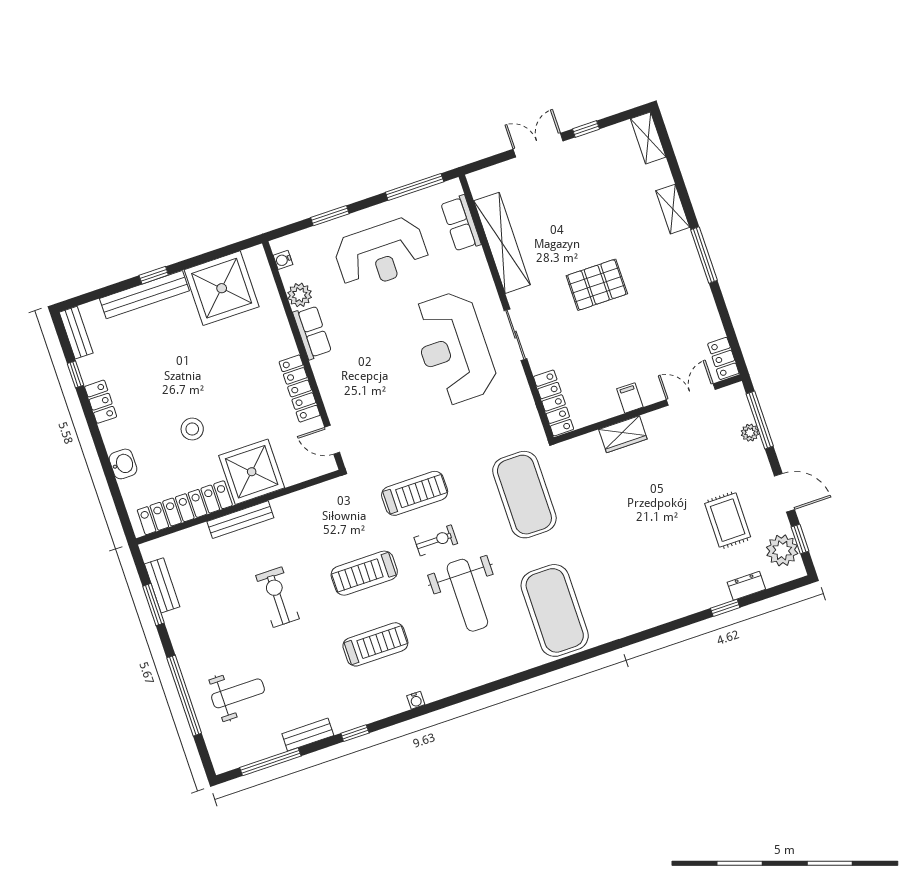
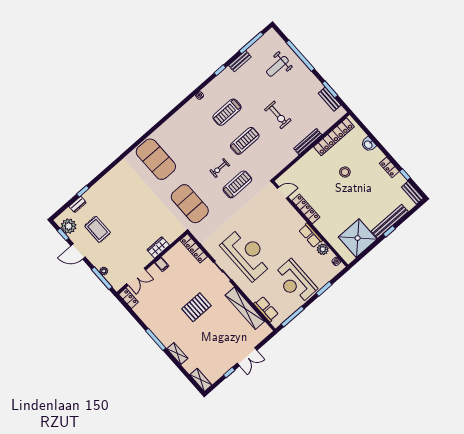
reception desk: (381, 254) -> (295, 282), turned -90
shower: (252, 472) -> (312, 164), removed
treadmill: (415, 493) -> (237, 184), turned 180
weight bench: (467, 595) -> (196, 150), removed

